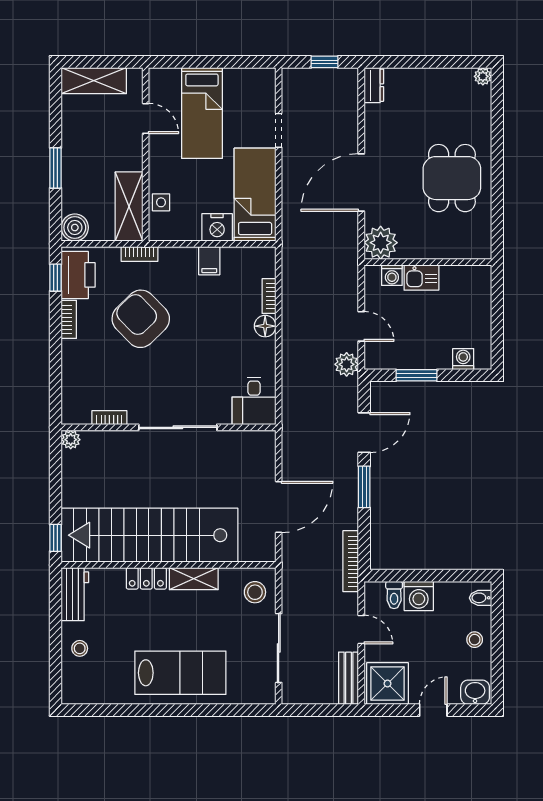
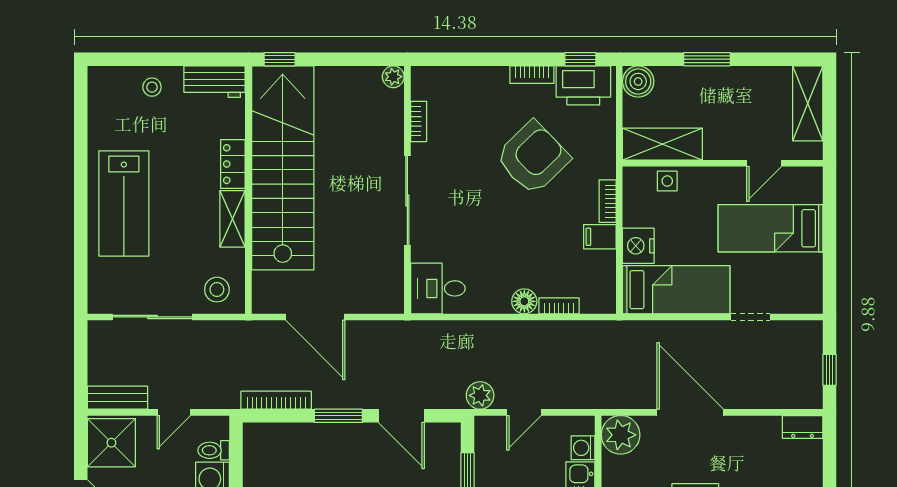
bookcase: (140, 254) -> (608, 201), moved
bookcase: (351, 561) -> (276, 400), moved

